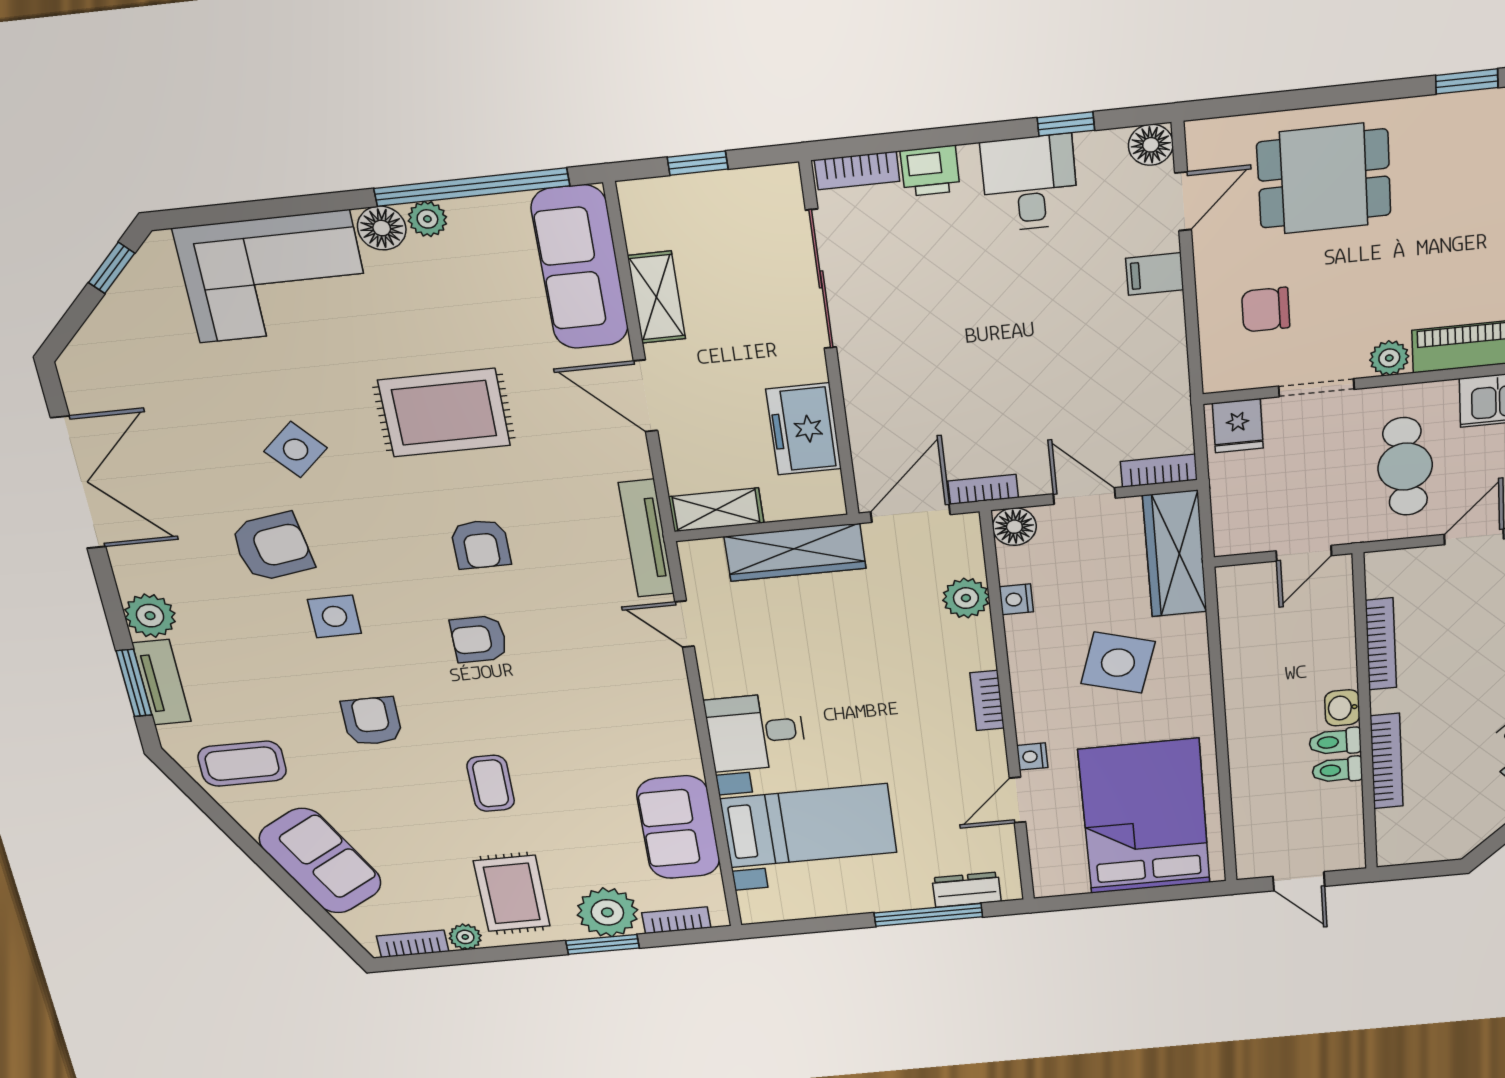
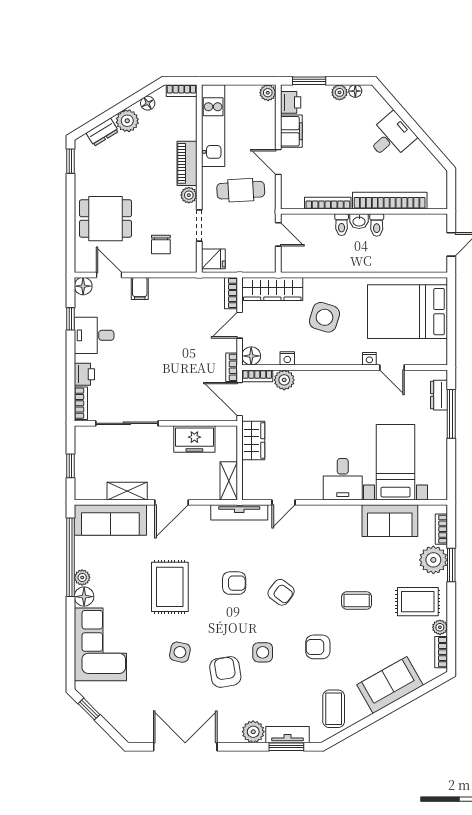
dining table: (1324, 179) -> (106, 219), turned 90
side table: (296, 450) -> (180, 652), turned -36
wardrobe: (795, 552) -> (253, 440), width x0.67
armchair: (479, 639) -> (281, 592), turned -53
bookcase: (987, 701) -> (257, 376), moved
bookcase: (1387, 761) -> (390, 201), width x1.48, depth x1.31
toilet: (1337, 770) -> (342, 225), moved

